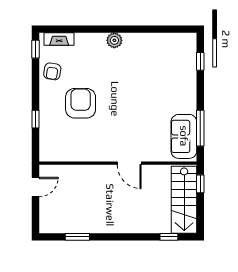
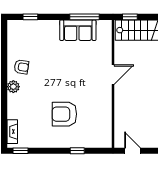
armchair: (52, 71) -> (21, 67), moved
sofa: (184, 136) -> (78, 30), moved

